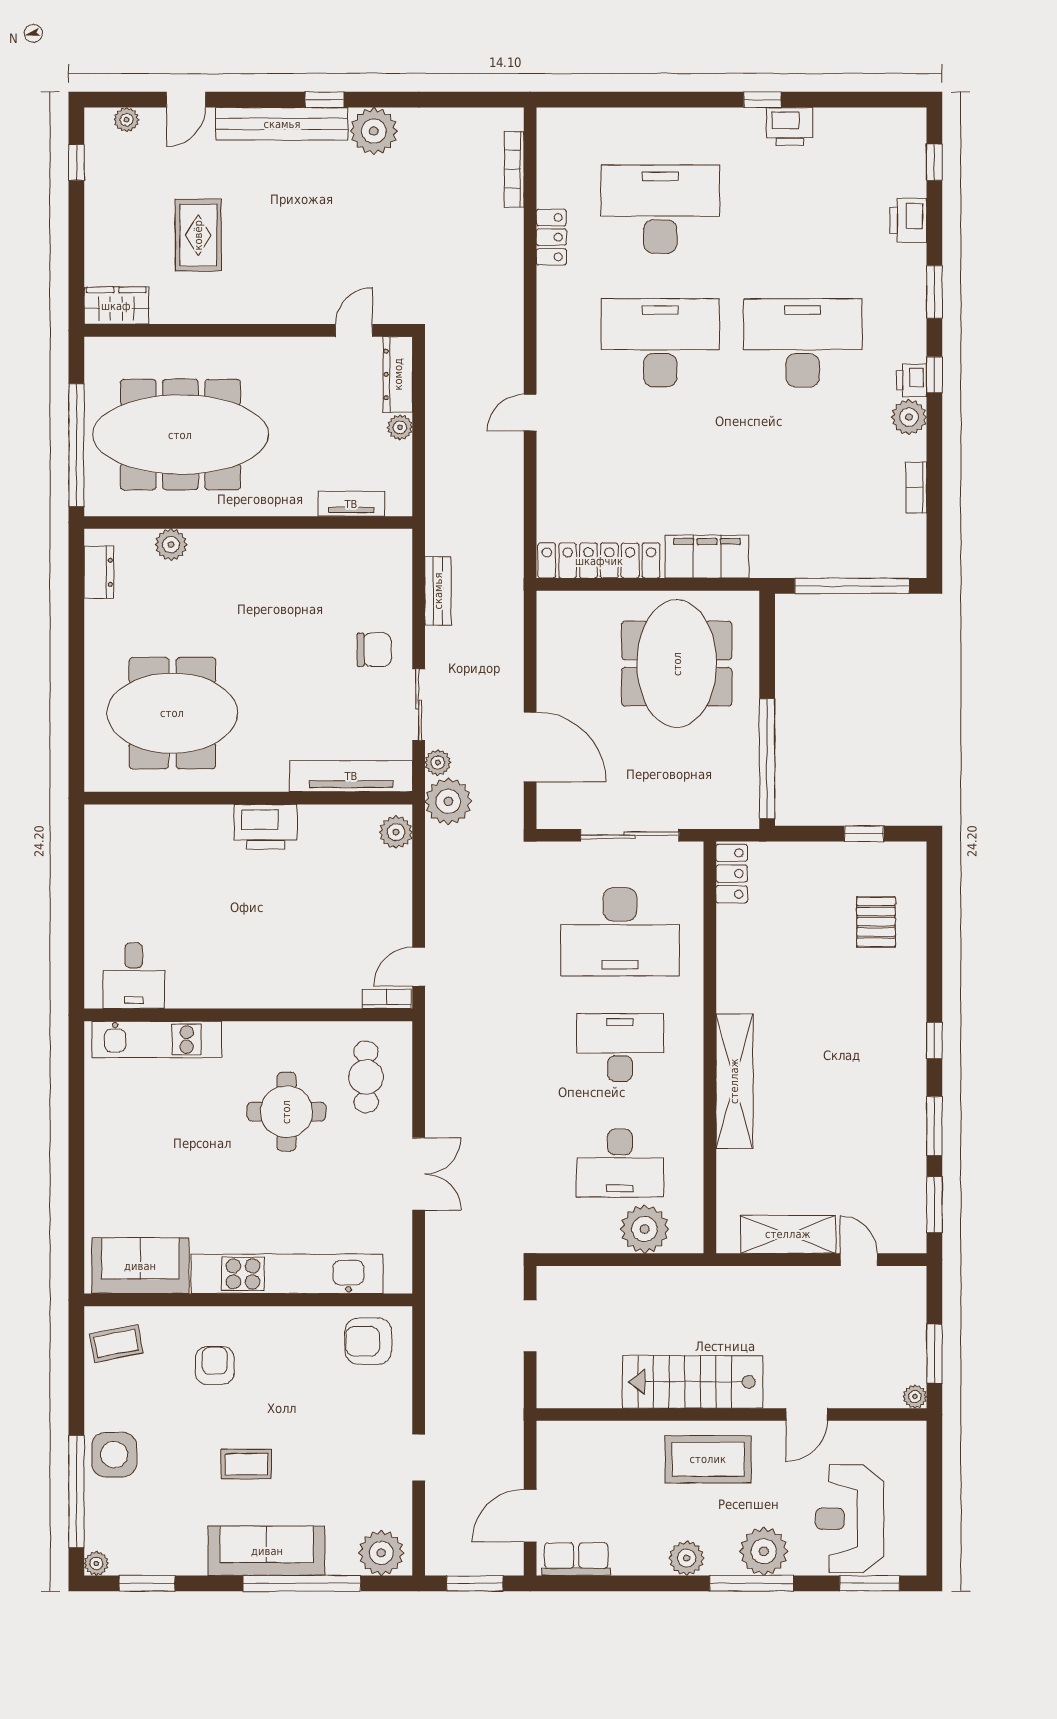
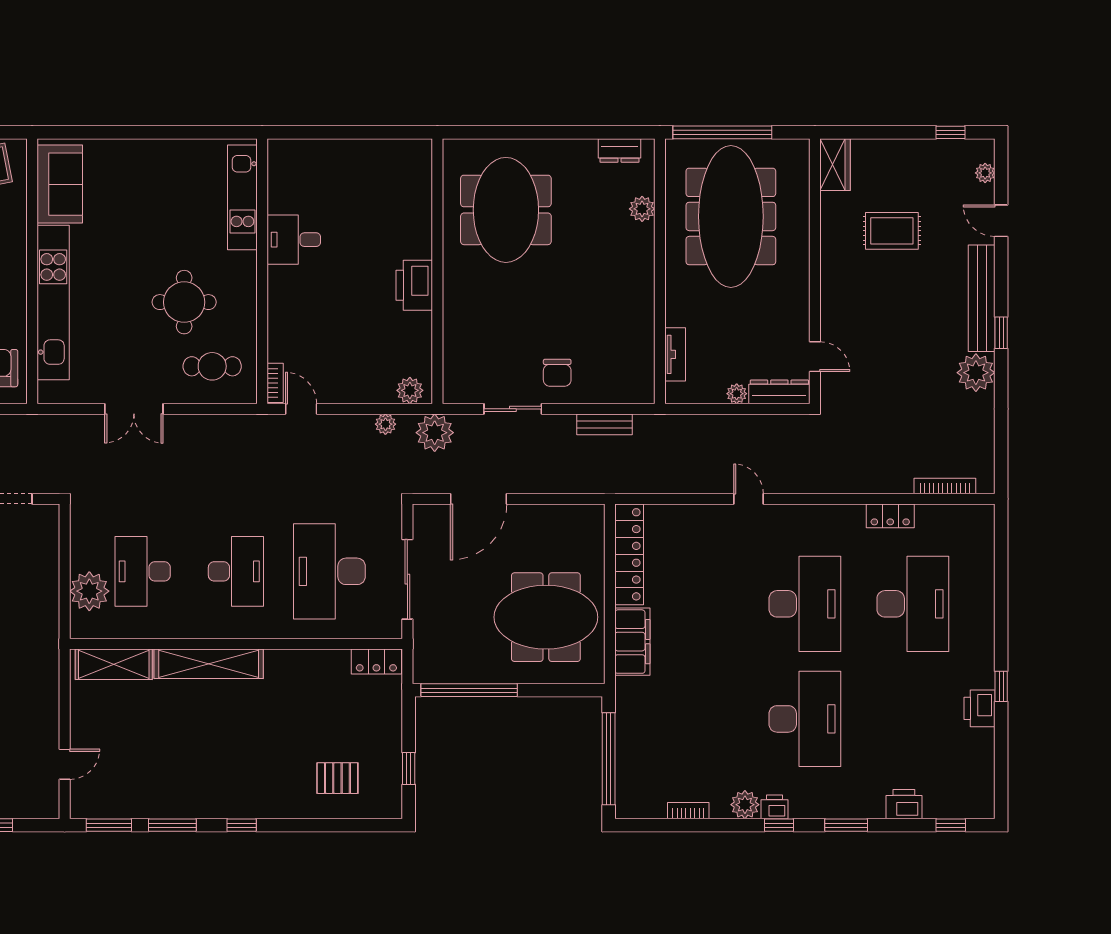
plant: (438, 763) -> (385, 424), moved
tv unit: (351, 776) -> (455, 354), removed
desk: (134, 976) -> (294, 240), moved
shelving: (788, 1234) -> (114, 664), moved, turned 90

